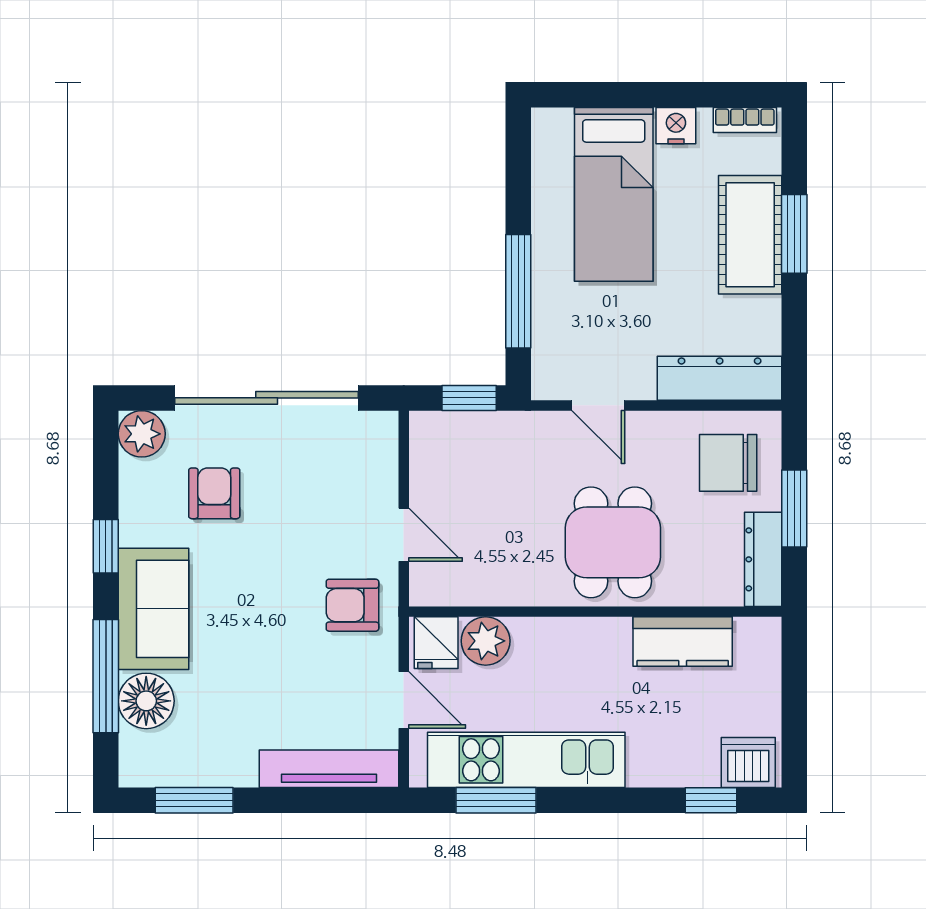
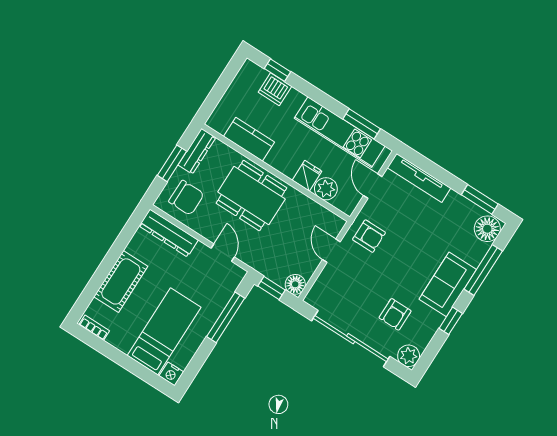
nightstand: (676, 126) -> (171, 374), moved
window: (794, 234) -> (103, 271), removed
floor lamp: (430, 432) -> (295, 284), added
dining table: (613, 542) -> (251, 195), width x1.38
fridge: (436, 643) -> (307, 176), moved
floor lamp: (146, 701) -> (487, 229), moved
dishwasher: (748, 762) -> (275, 89), moved

